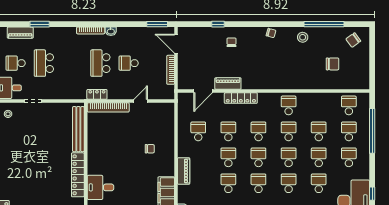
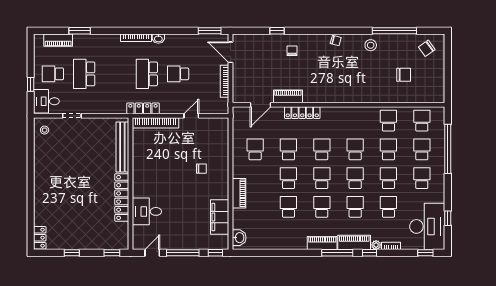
locker: (97, 94) -> (143, 108), width x1.53
school desk: (289, 105) -> (388, 121), moved

